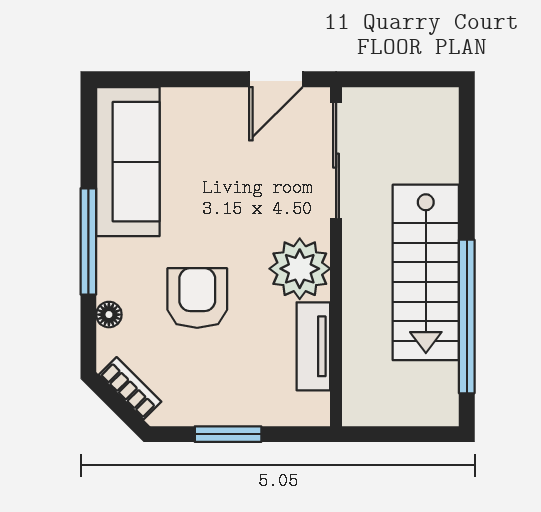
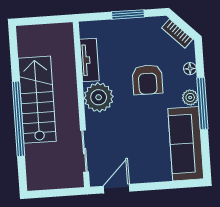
sliding door: (336, 161) -> (85, 151), width x0.73
plant: (112, 256) -> (190, 97), added
window: (467, 316) -> (18, 119), moved

